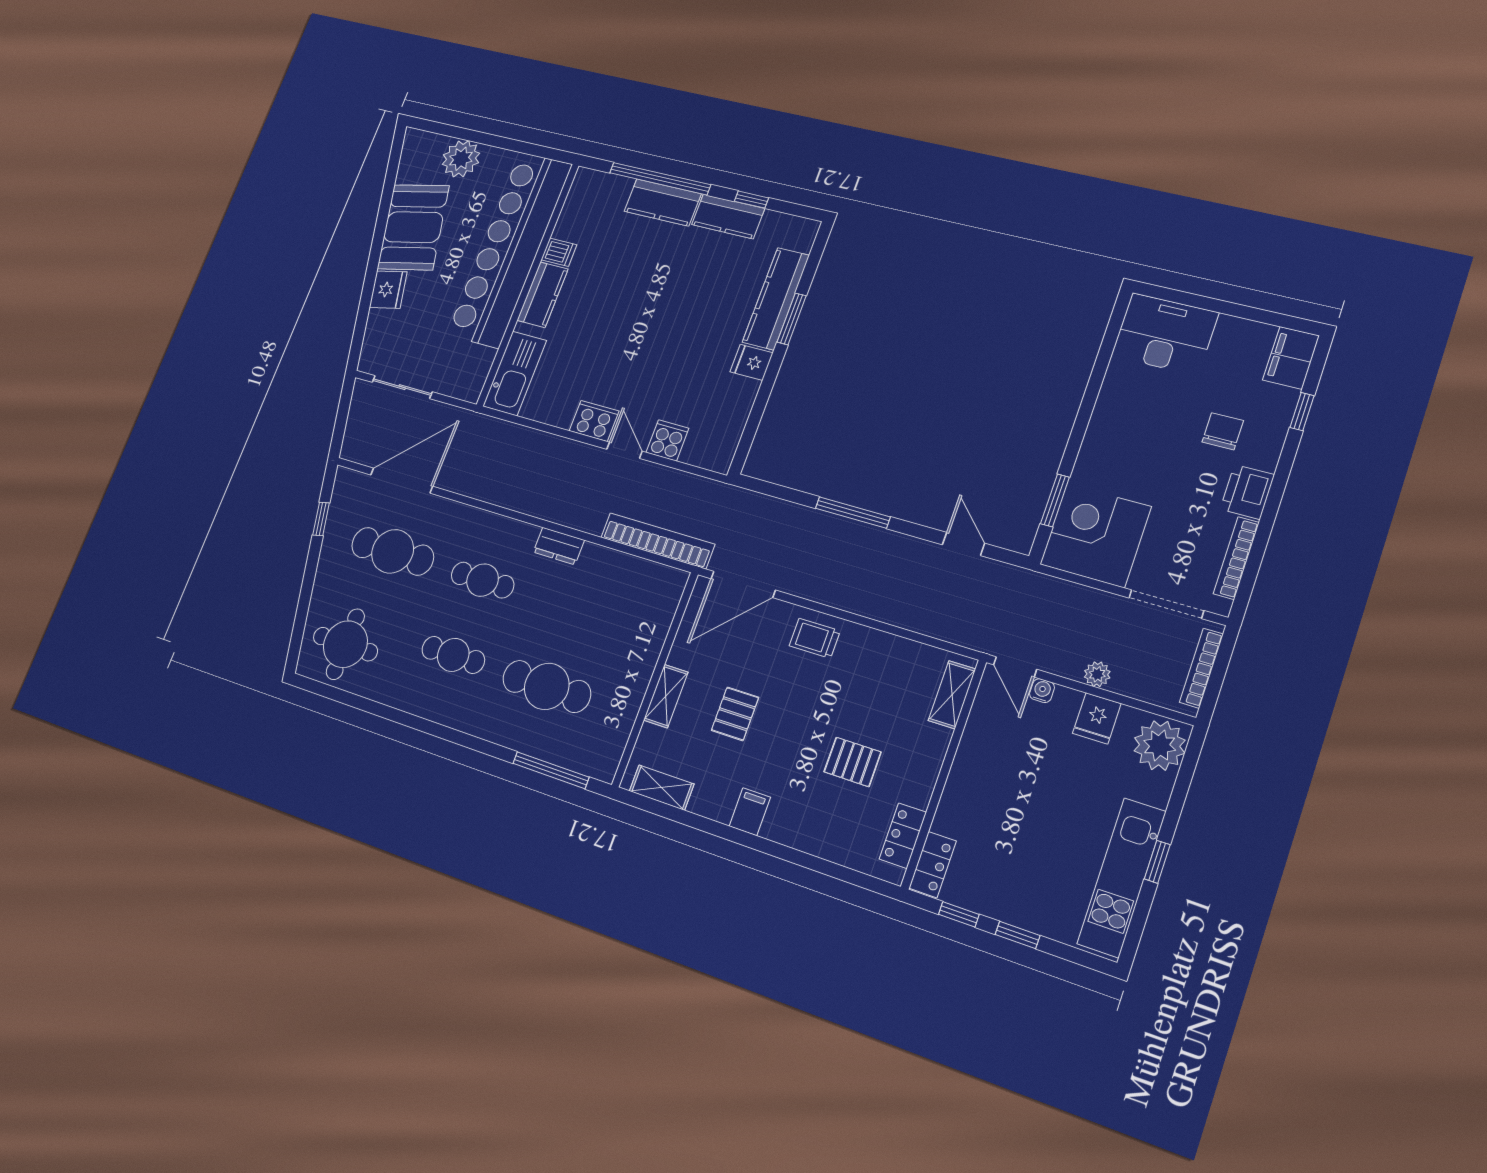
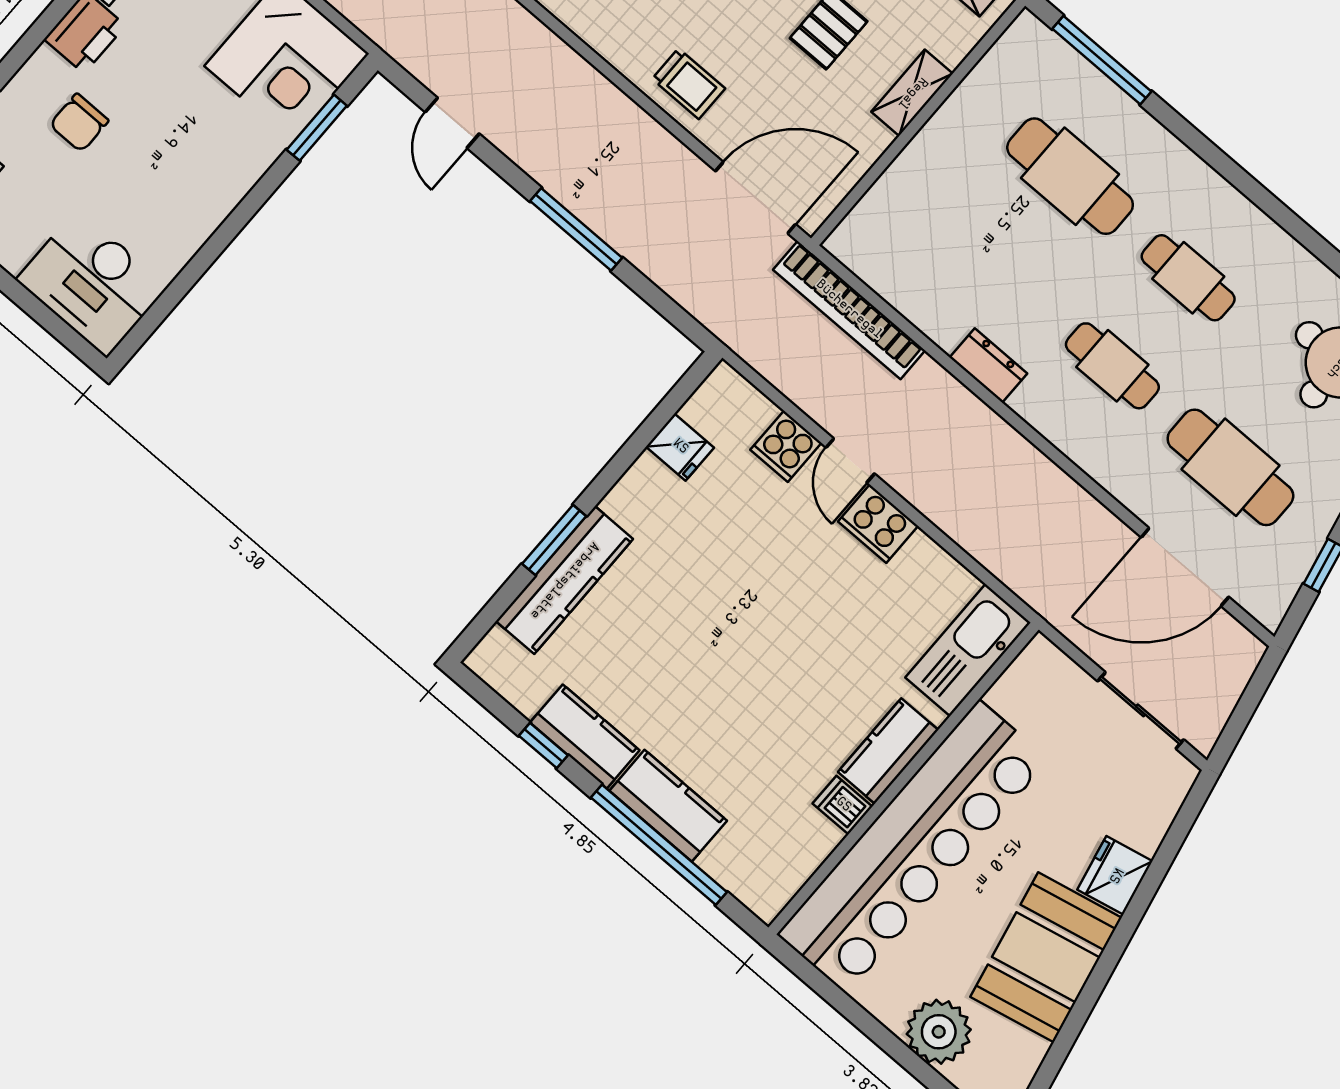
fridge: (751, 362) -> (680, 447), moved

